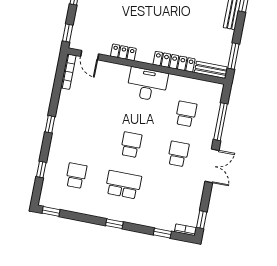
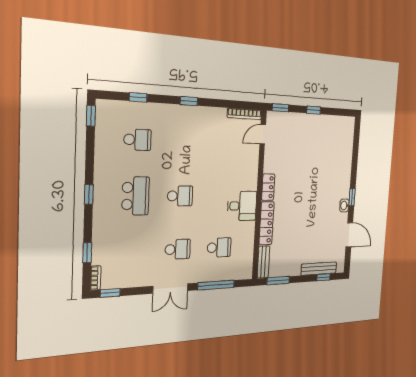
locker: (123, 52) -> (268, 187), moved
desk: (147, 84) -> (242, 206), width x0.73

